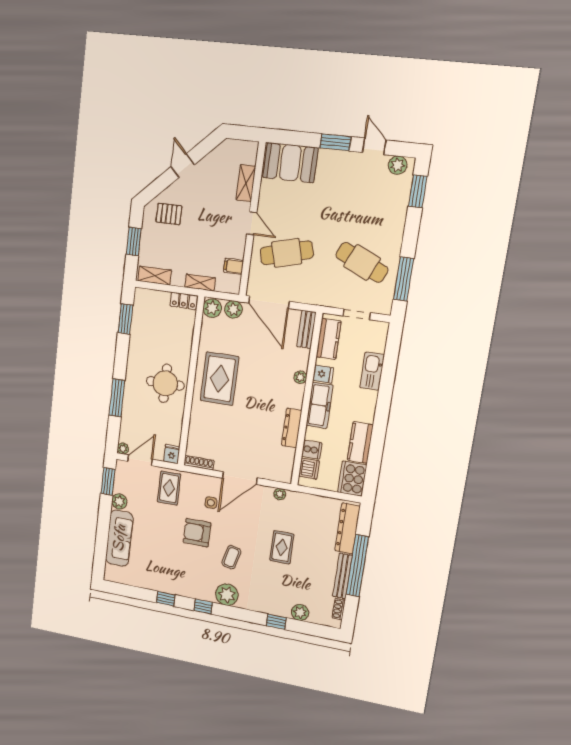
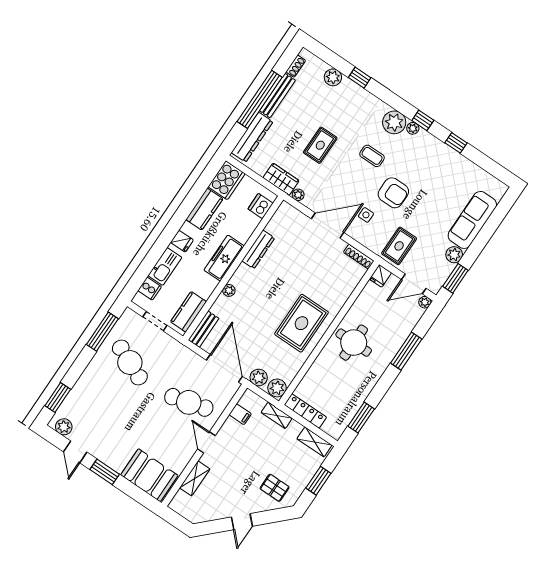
locker: (184, 301) -> (305, 411), width x1.53
fridge: (323, 374) -> (182, 241), moved, turned 180
cooker: (312, 450) -> (150, 289), moved, turned 180
wardrobe: (302, 501) -> (281, 179), added
coffee table: (231, 557) -> (372, 156), turned 76
plant: (208, 596) -> (413, 128), added

